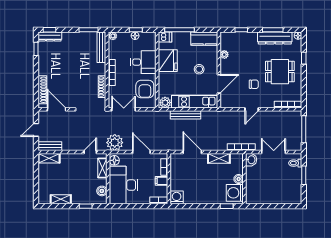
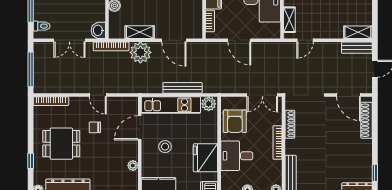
armchair: (145, 89) -> (235, 121), turned 180
door: (252, 109) -> (98, 95), swing flipped
plant: (115, 143) -> (140, 52), moved
floor lamp: (114, 160) -> (274, 30), removed

